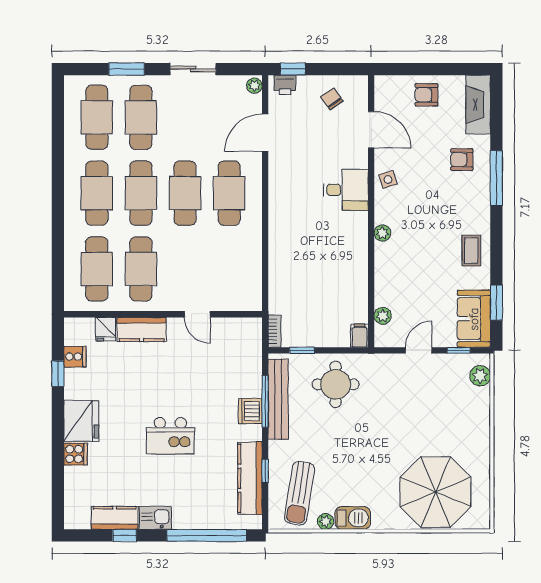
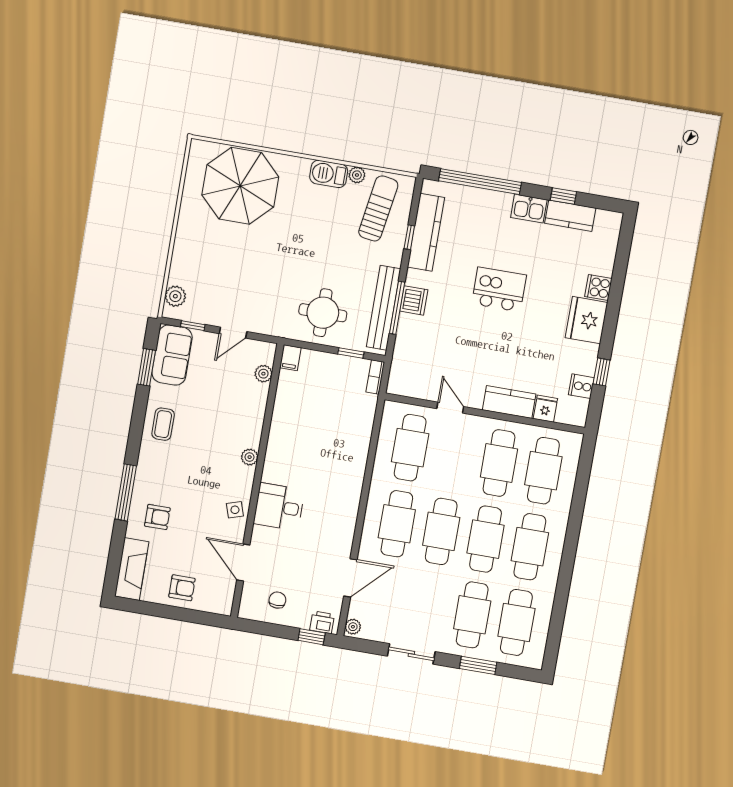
chair: (332, 99) -> (277, 600), turned -145
cafe table: (229, 269) -> (410, 448), added

